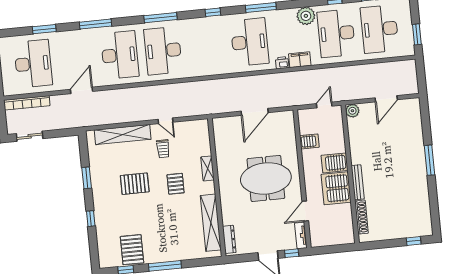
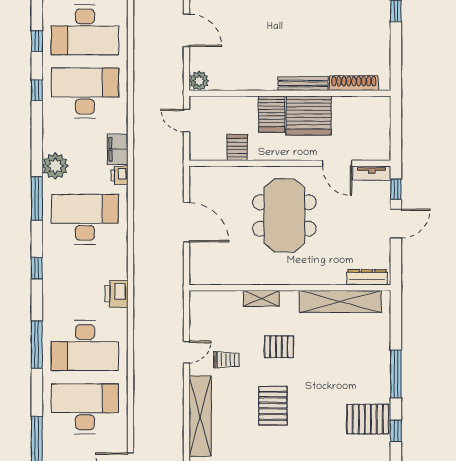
plant: (306, 16) -> (55, 166), moved
desk: (336, 33) -> (85, 93), turned 180
printer: (201, 69) -> (117, 294), added

